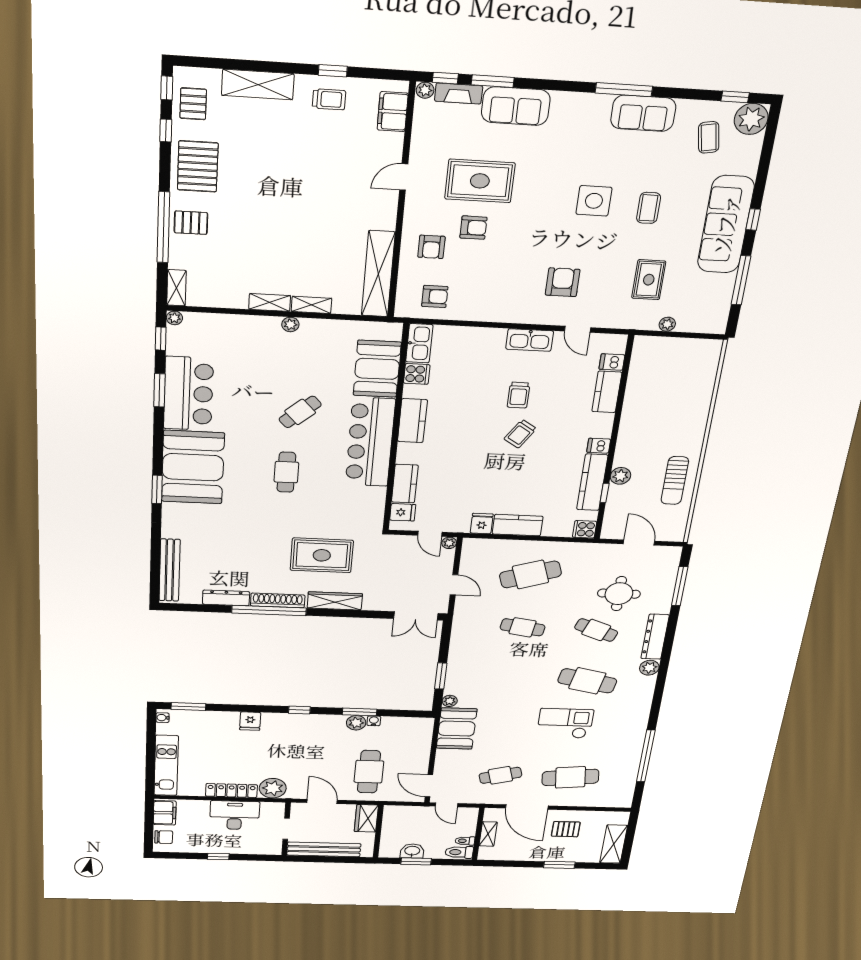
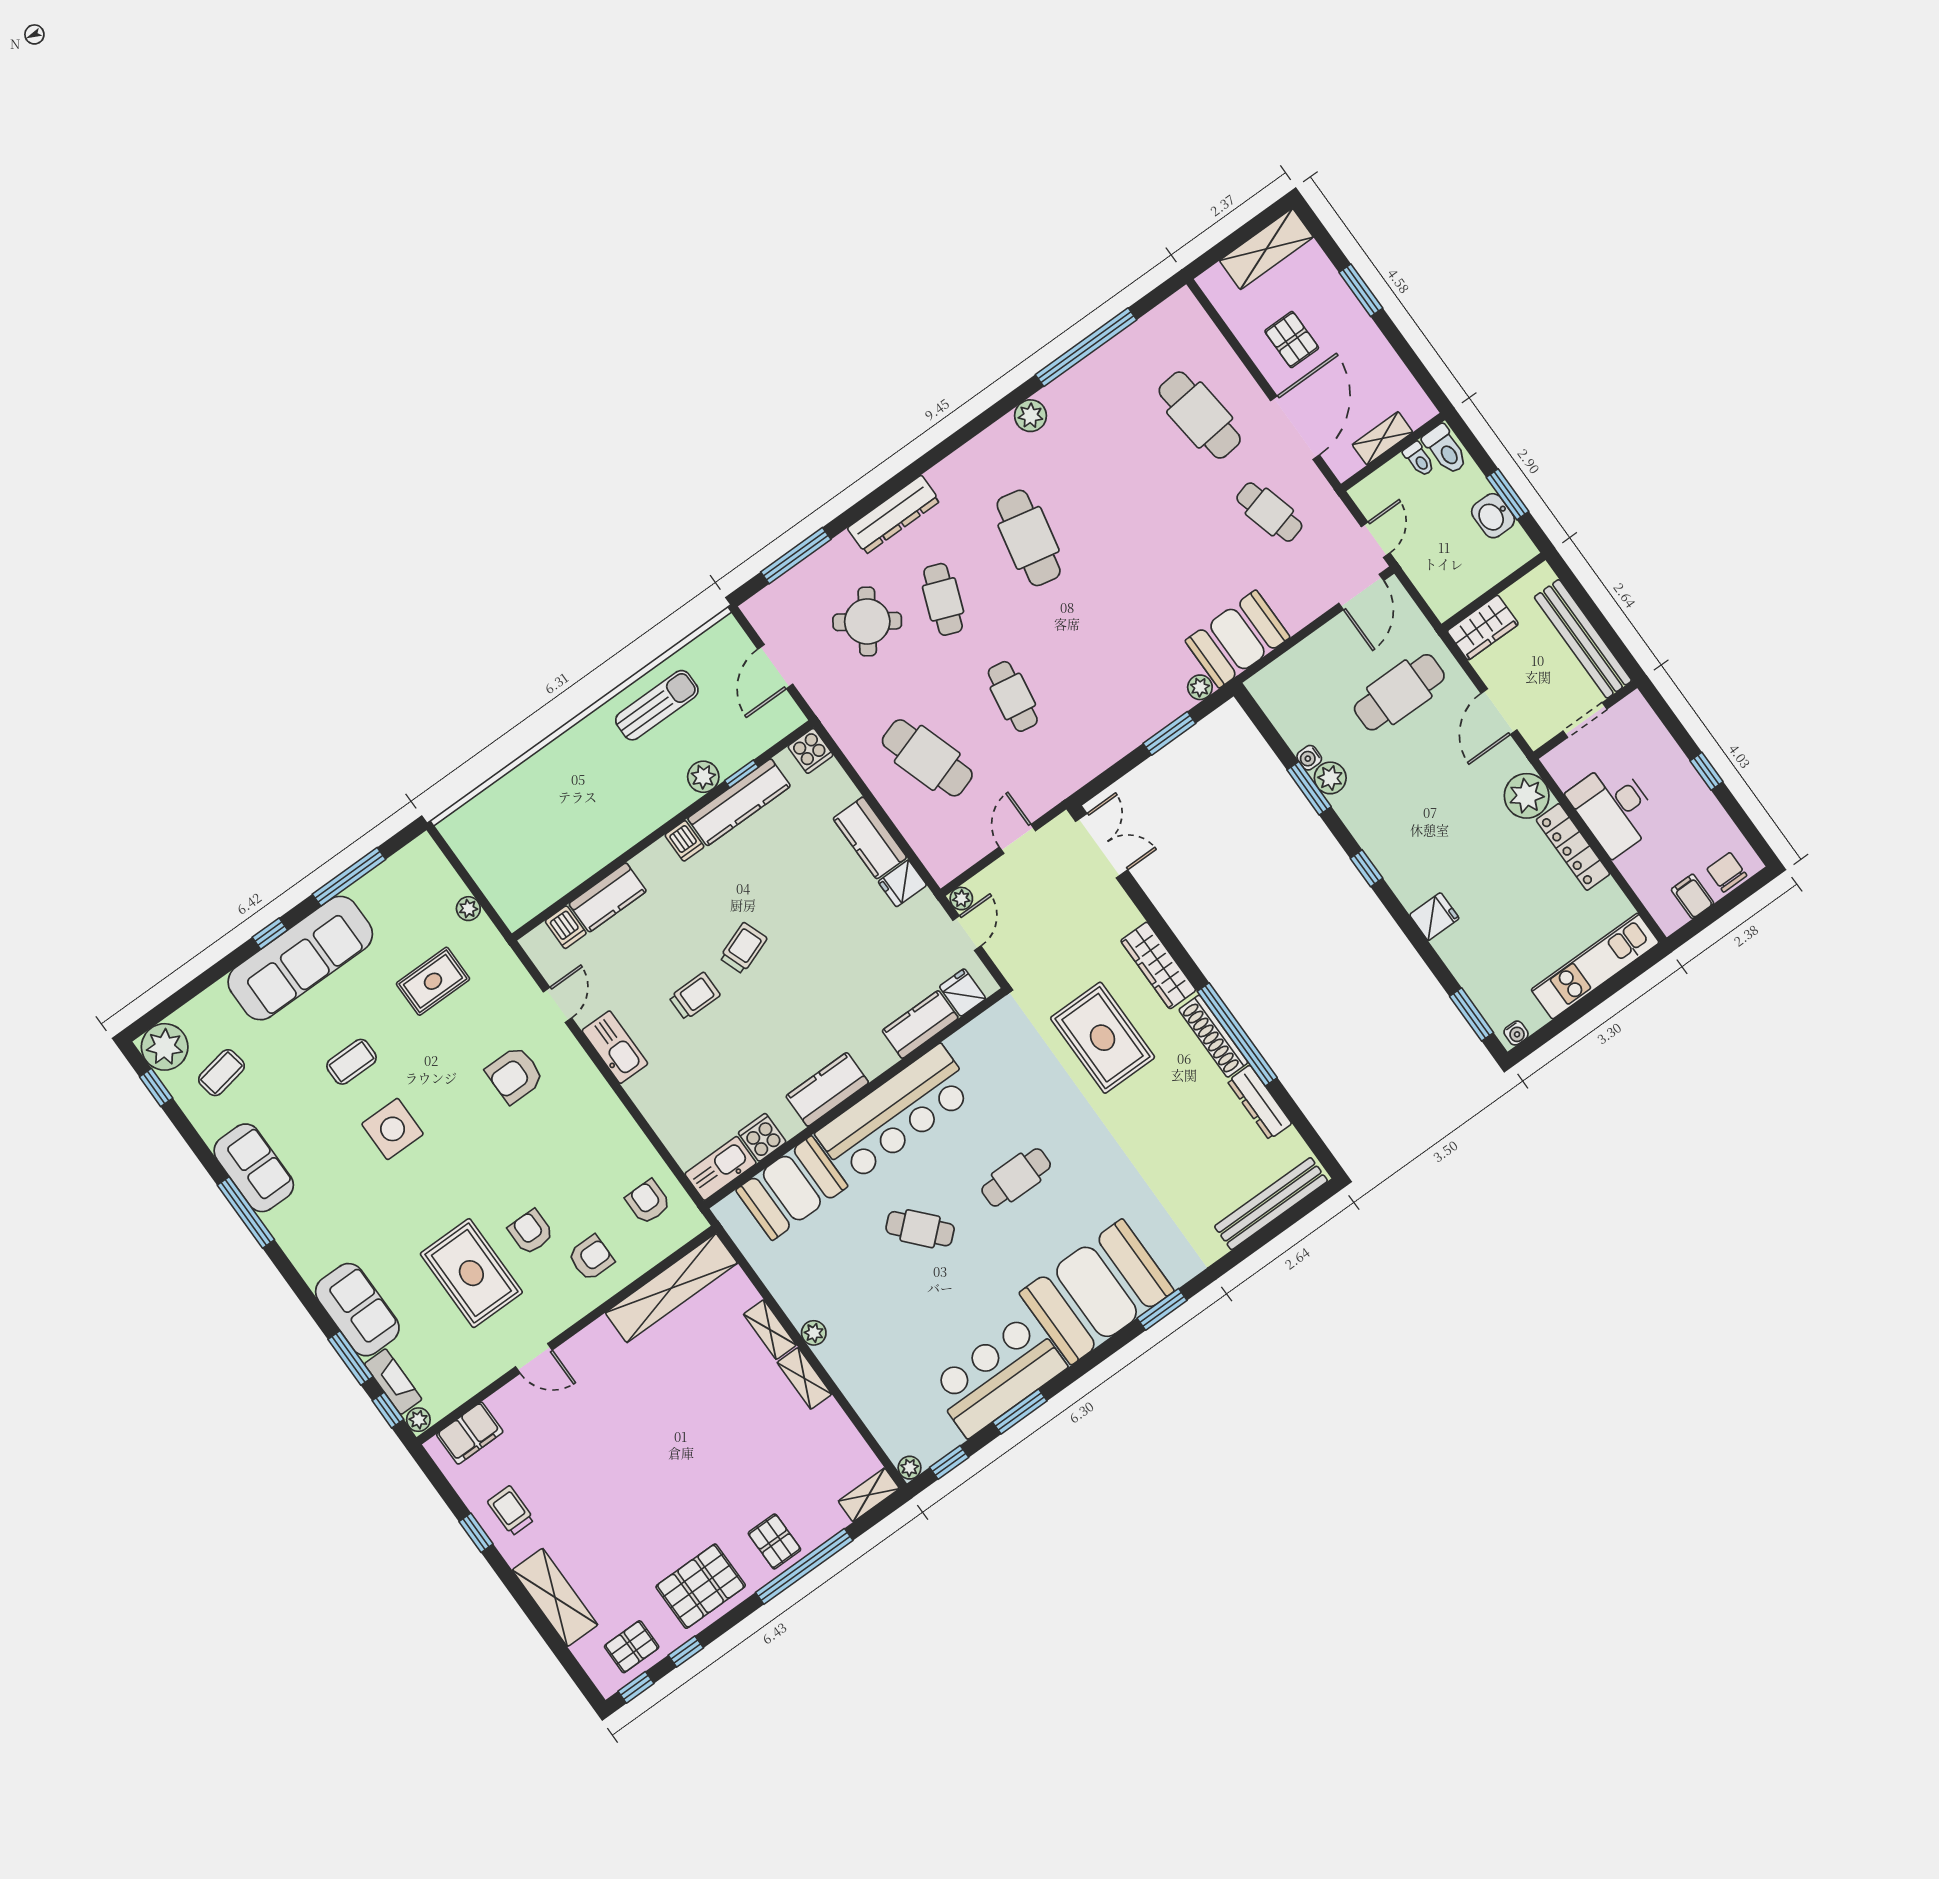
trolley: (520, 434) -> (743, 948), turned -53
round table: (619, 594) -> (867, 621), turned 34
plant: (649, 668) -> (1030, 416), moved
checkout: (565, 723) -> (1118, 504), removed
filing cabinet: (165, 813) -> (1692, 896), width x0.50

